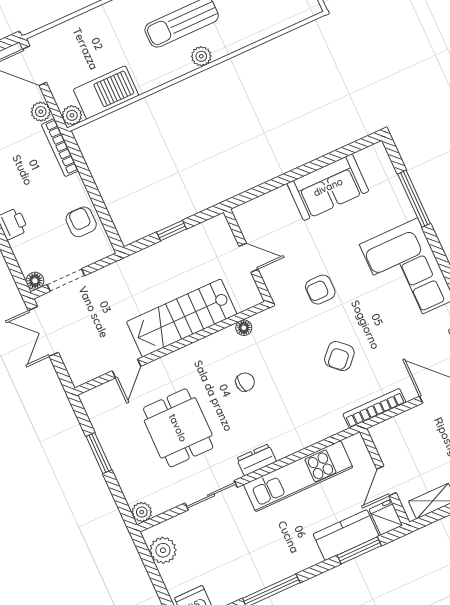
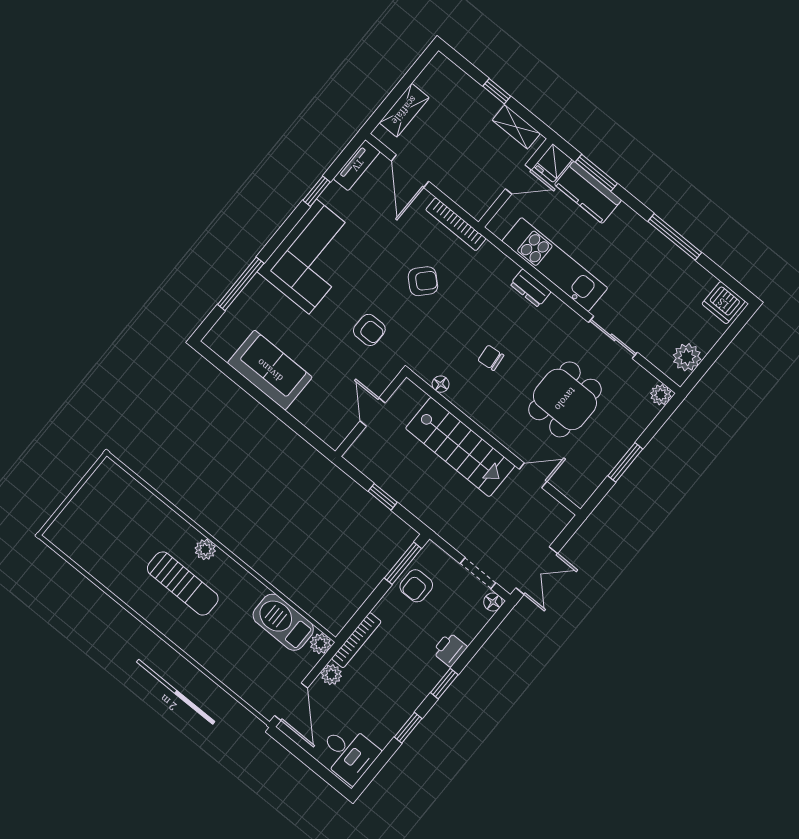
window: (106, 220) -> (403, 563), added
dresser: (256, 460) -> (530, 288), moved

